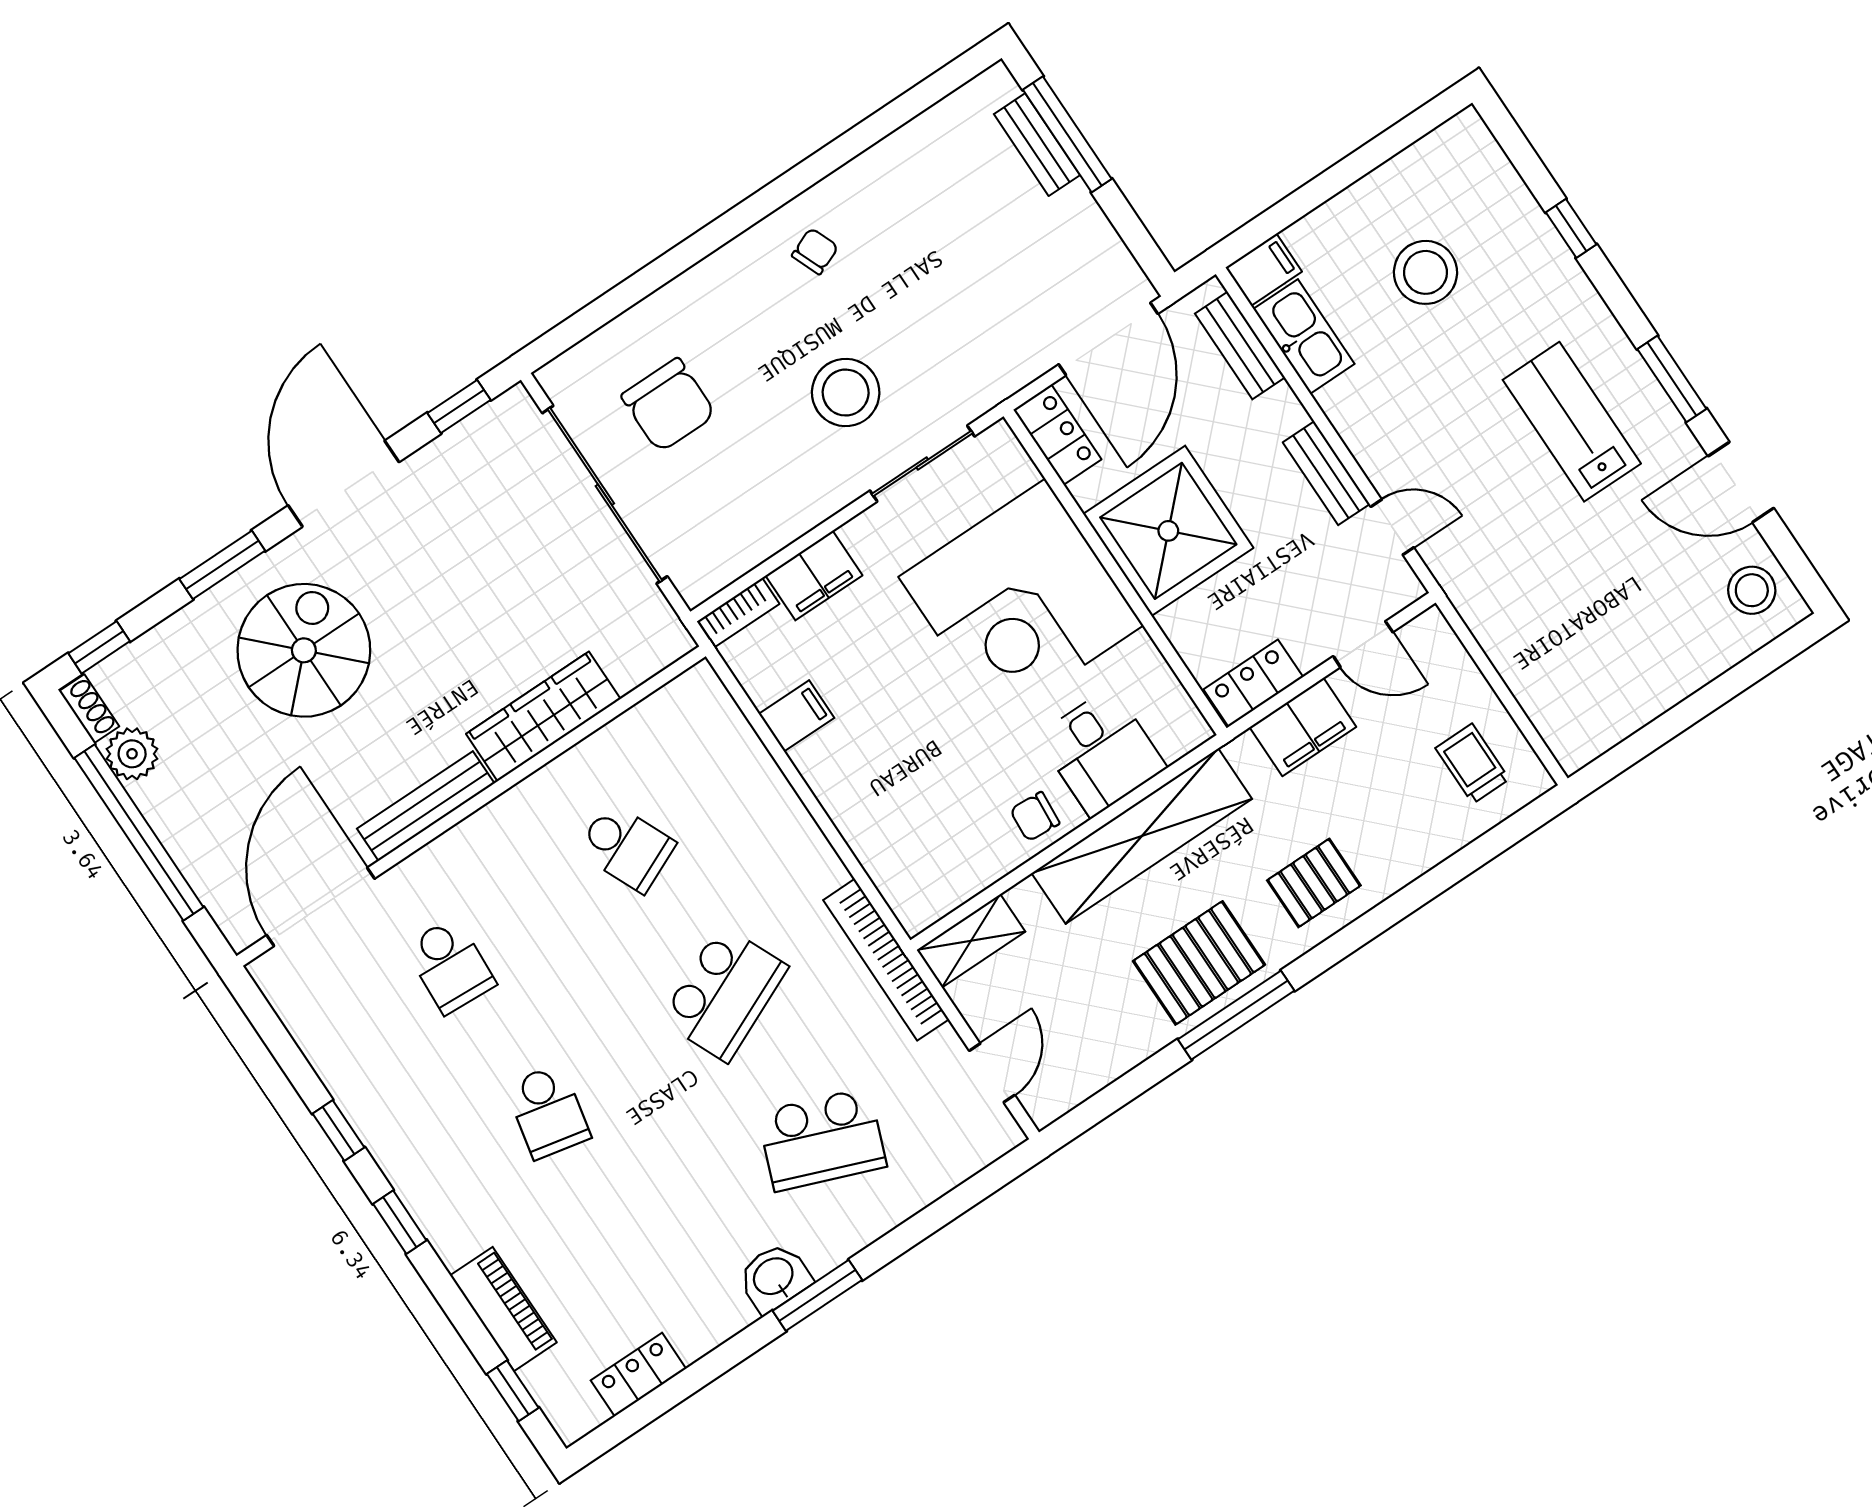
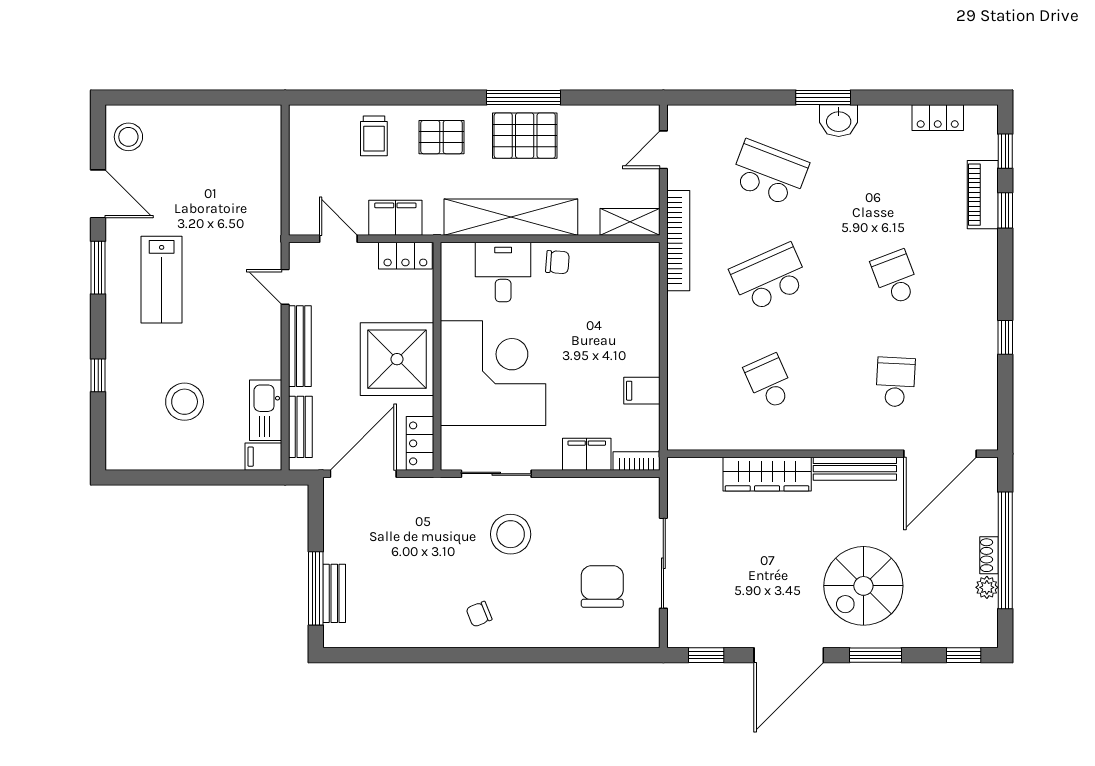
bench: (1326, 473) -> (300, 346), width x1.36
sliding door: (605, 495) -> (663, 563), width x0.73
shoe rack: (89, 709) -> (989, 555), moved
plant: (132, 754) -> (987, 587), width x0.73, depth x0.73
trolley: (1472, 764) -> (374, 136), moved
school desk: (548, 1112) -> (895, 277), turned -33
window: (400, 1222) -> (1005, 210), moved

